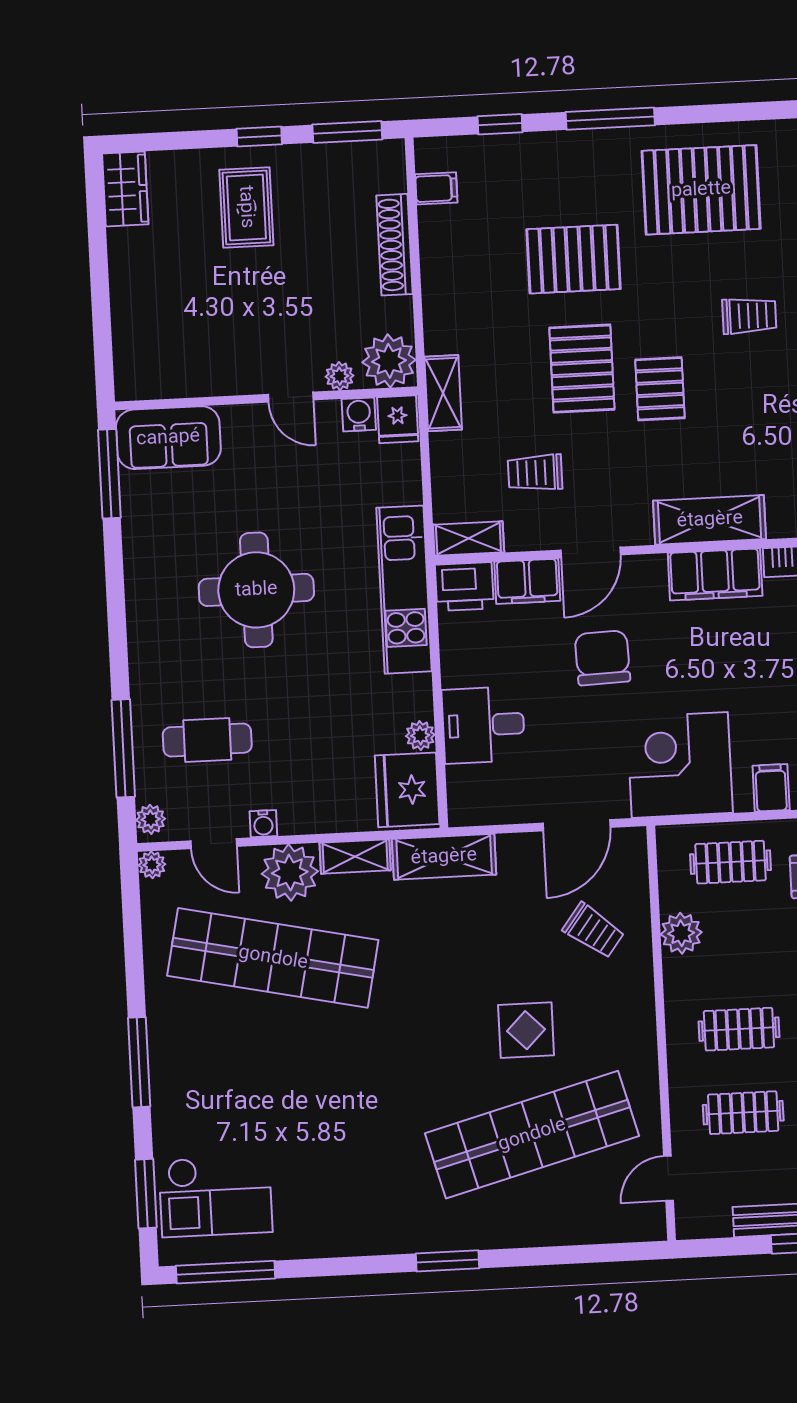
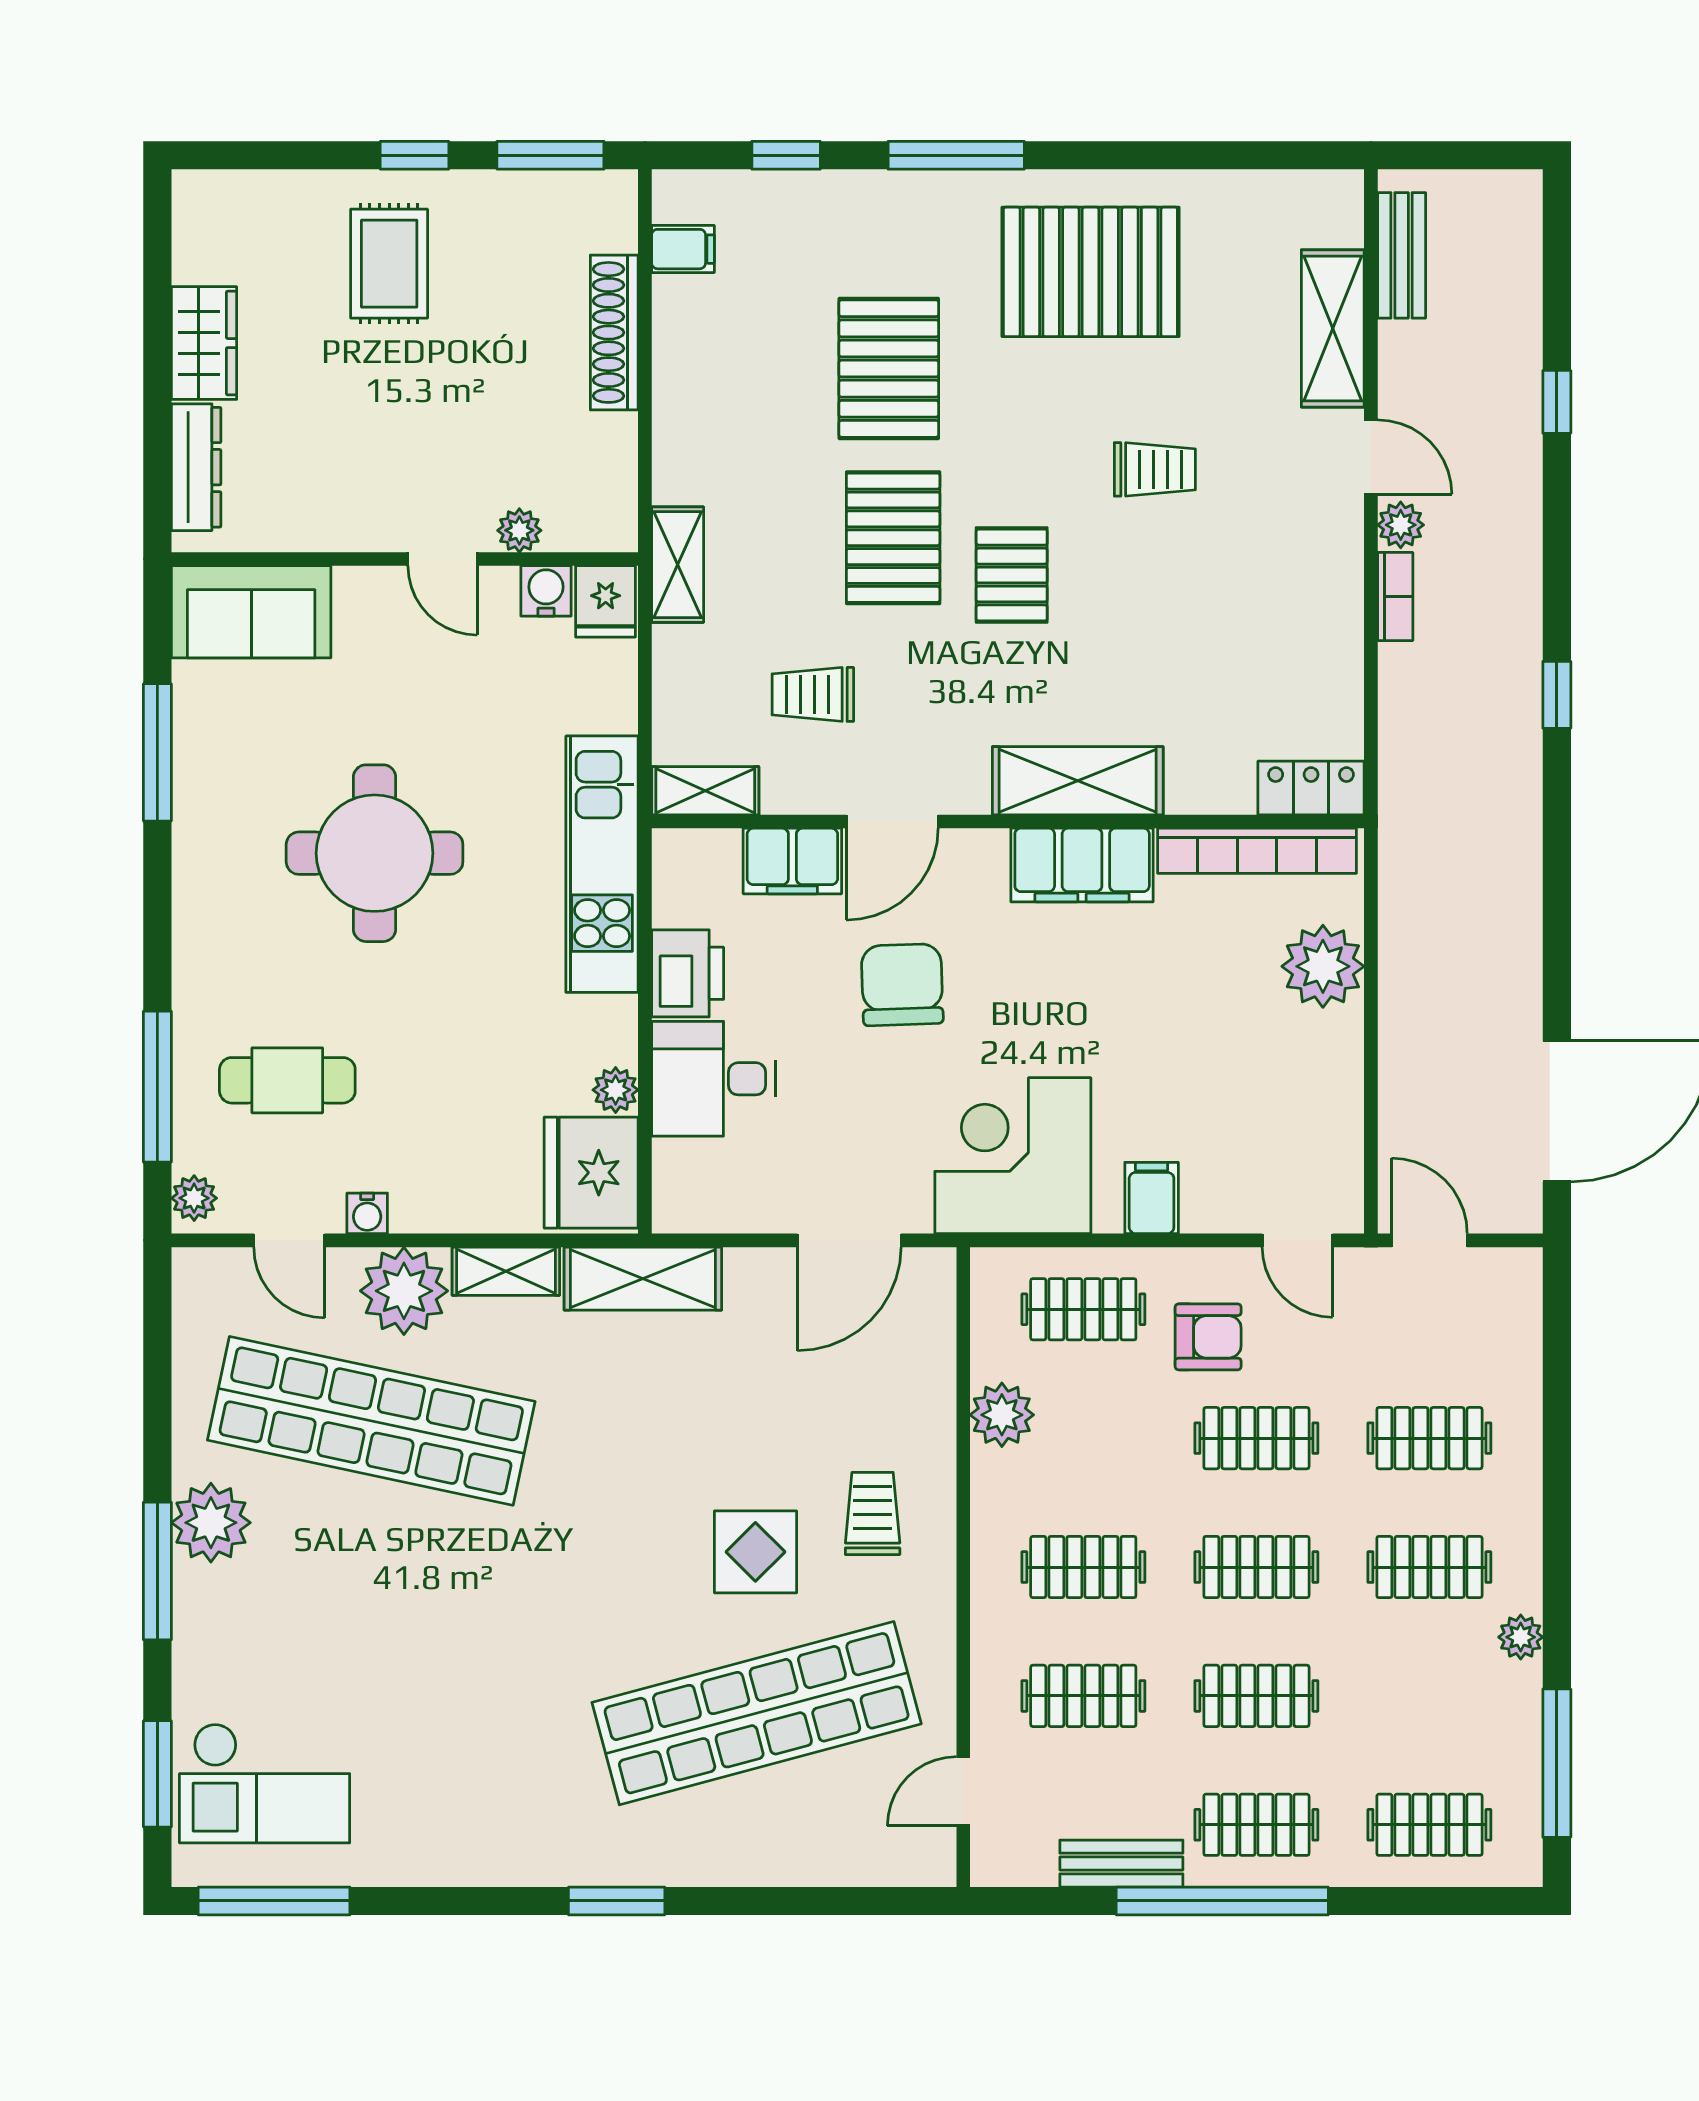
wardrobe: (125, 189) -> (204, 343), moved
pallet: (574, 259) -> (889, 369), turned 90
dresser: (128, 346) -> (196, 467), added
plant: (389, 361) -> (597, 511), removed
window: (109, 474) -> (157, 752), moved
printer: (464, 587) -> (688, 973), moved, turned -90
plant: (152, 865) -> (211, 1523), moved, width x1.88, depth x1.88
trolley: (594, 931) -> (873, 1513), moved, turned -127

